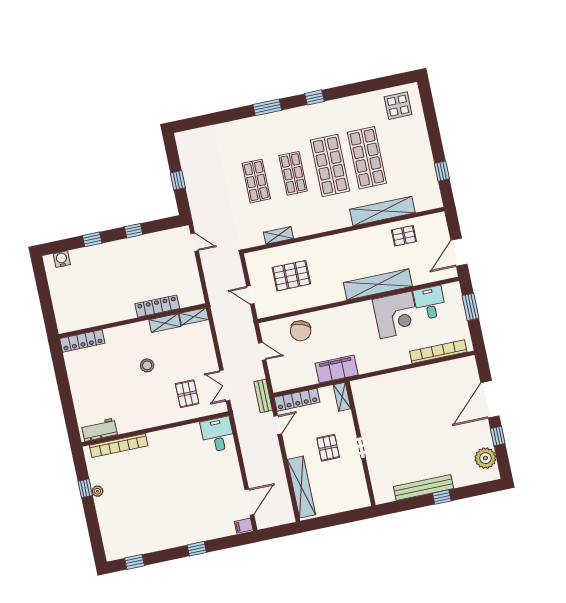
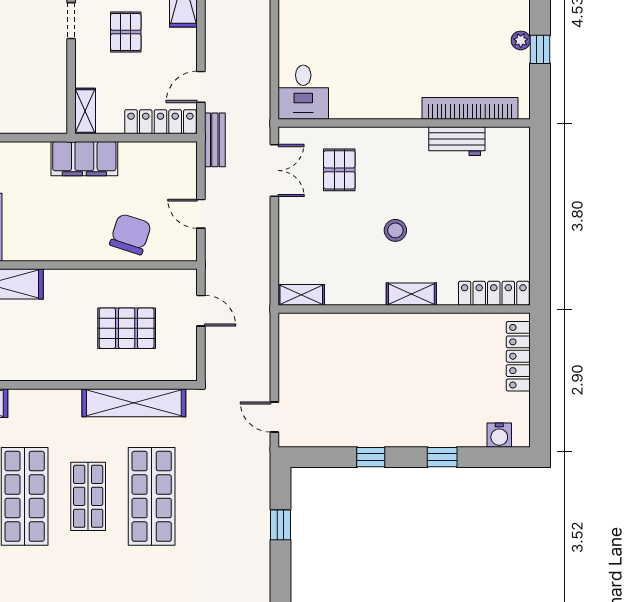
shop shelf: (256, 181) -> (152, 496), width x1.43, depth x1.36
shelving: (278, 235) -> (134, 403), width x2.20, depth x1.33
locker: (157, 306) -> (518, 356), moved, turned 90
shelving: (165, 323) -> (411, 294), moved
workbench: (99, 430) -> (457, 141), moved

